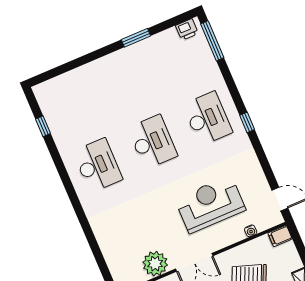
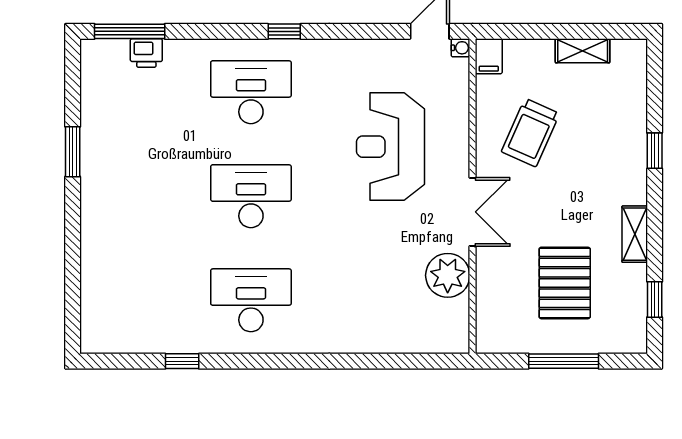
printer: (187, 29) -> (146, 53), moved, turned 90
window: (43, 126) -> (182, 361), moved
water cooler: (251, 231) -> (461, 48), moved

